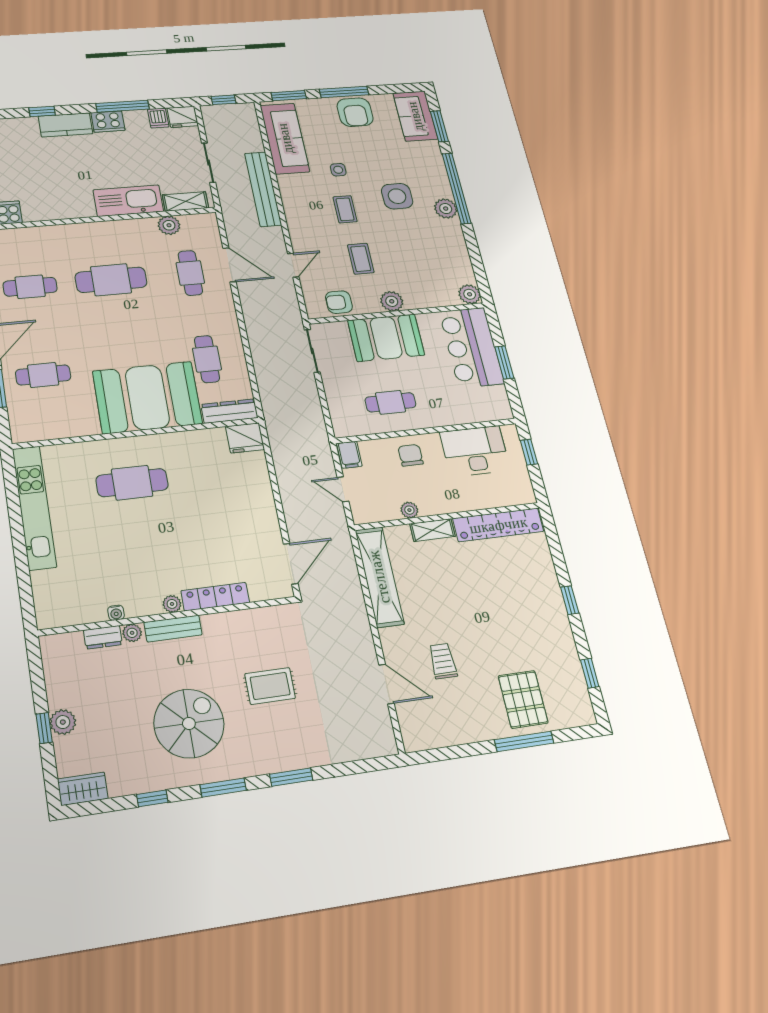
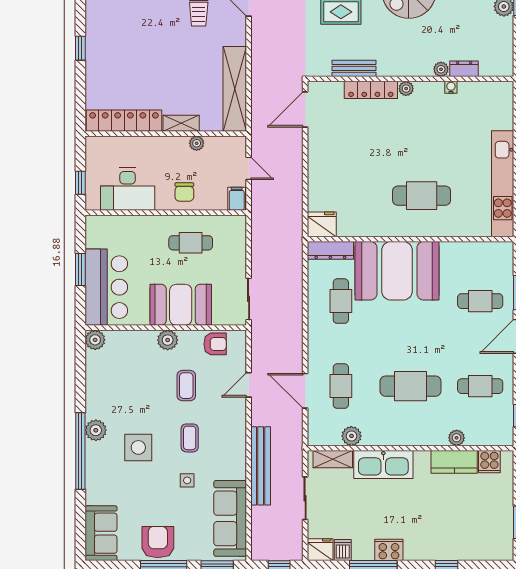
kitchen counter: (66, 125) -> (454, 462), moved, turned 180
window: (439, 126) -> (80, 520), removed
plant: (50, 233) -> (457, 438), added
bench: (173, 629) -> (354, 68), moved

